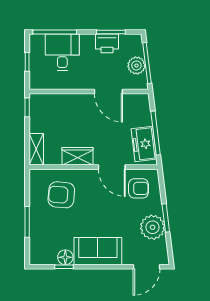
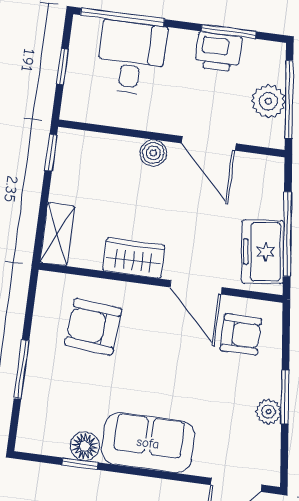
boiler: (80, 100) -> (153, 153), added
plant: (153, 227) -> (269, 412), width x0.53, depth x0.53

